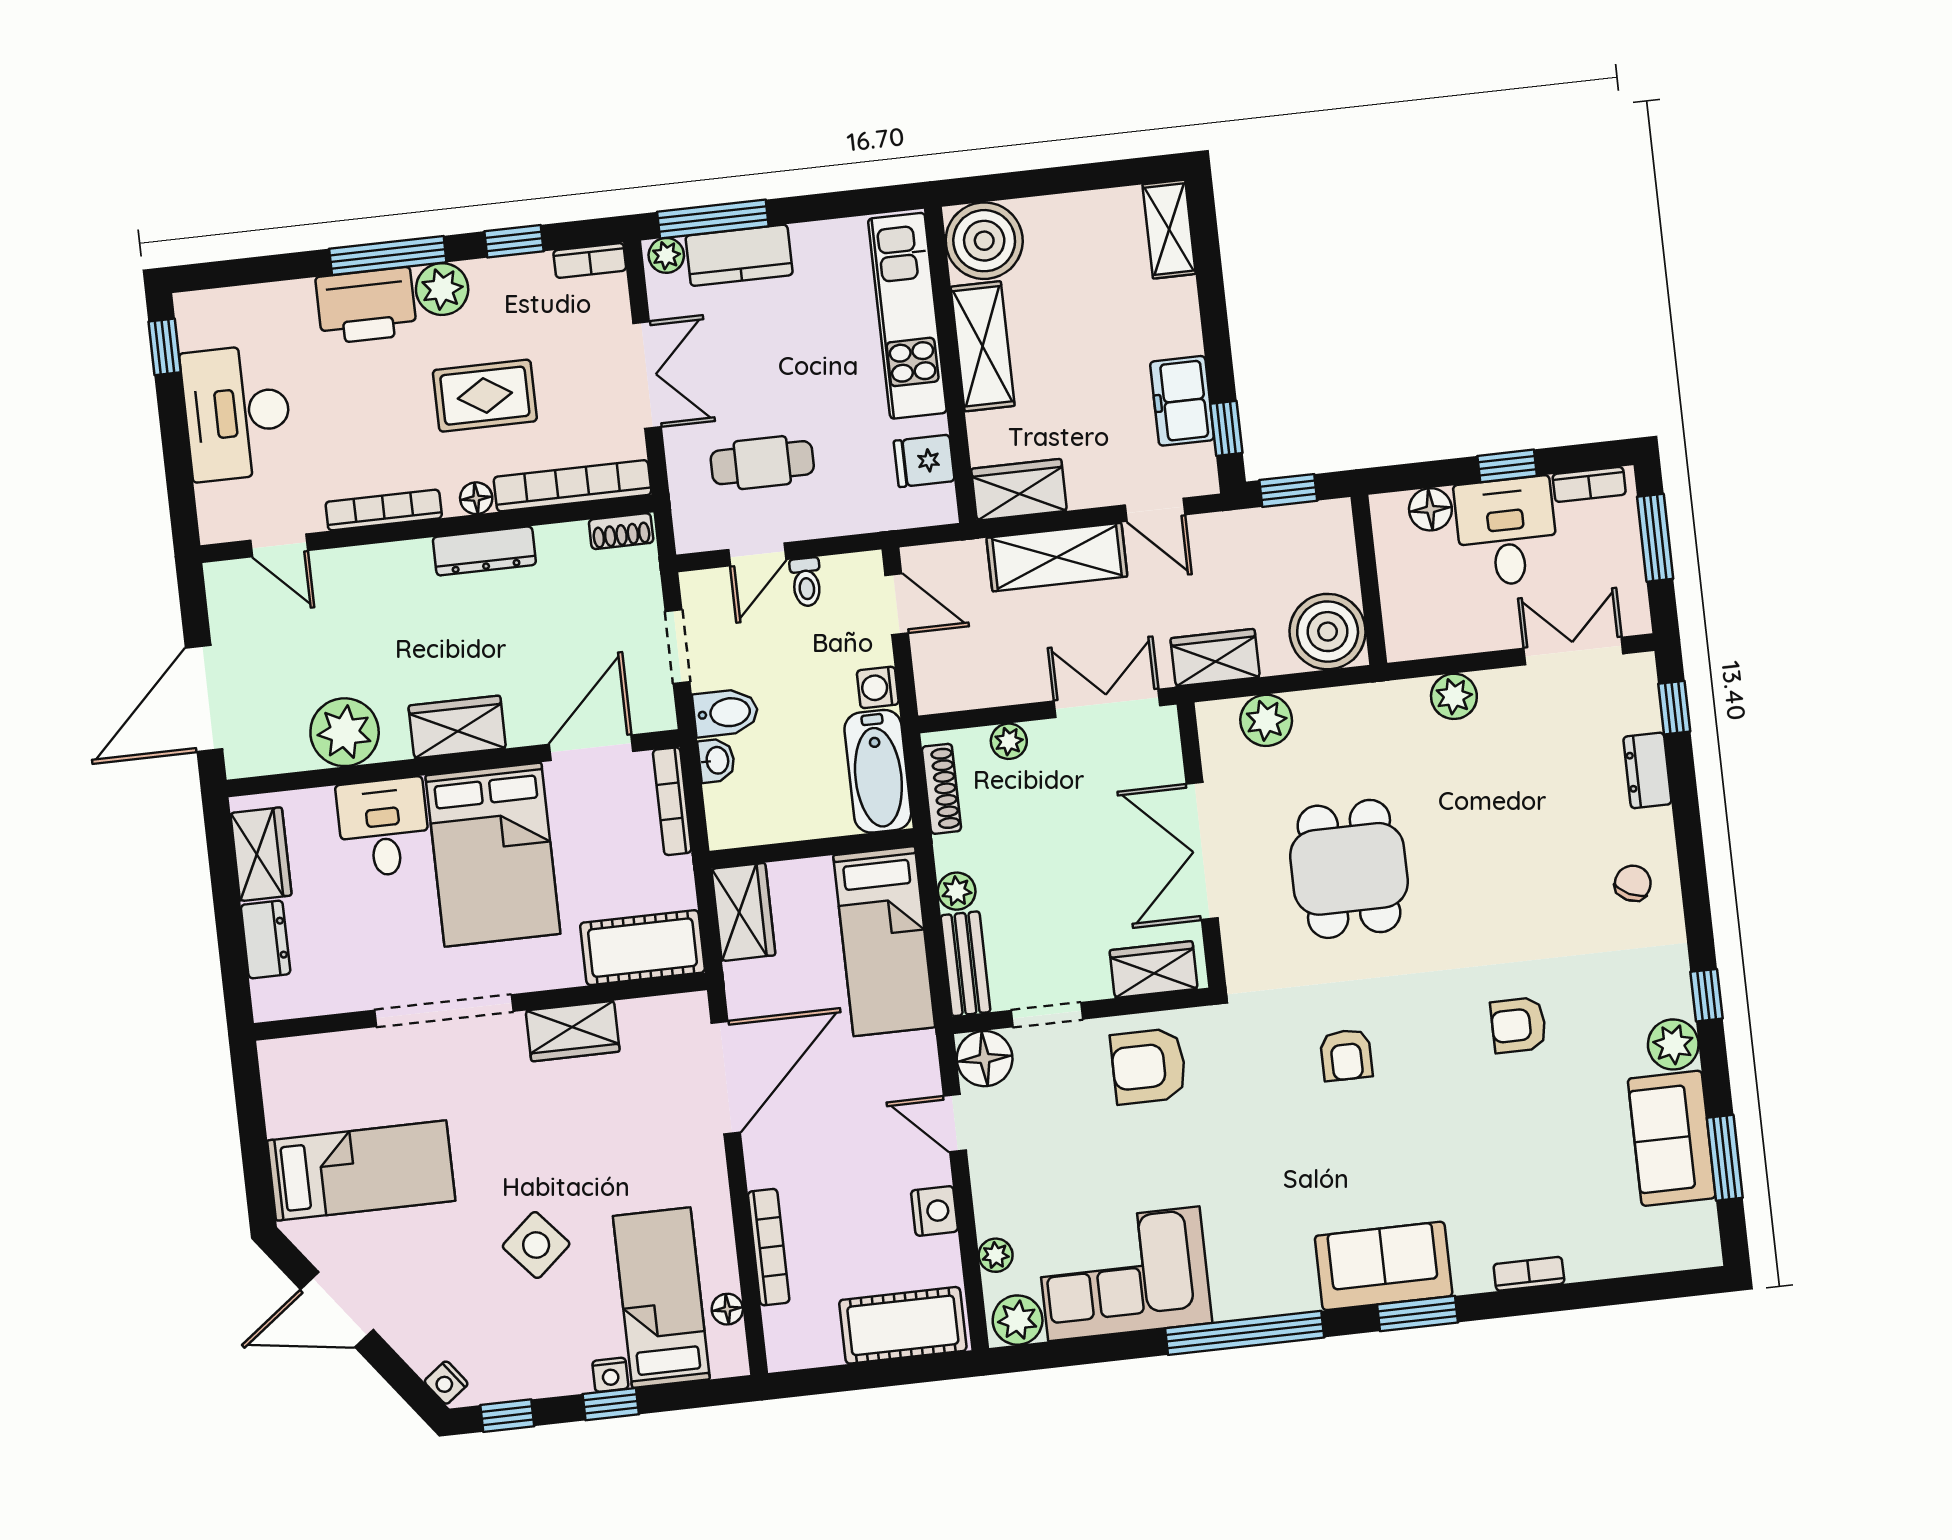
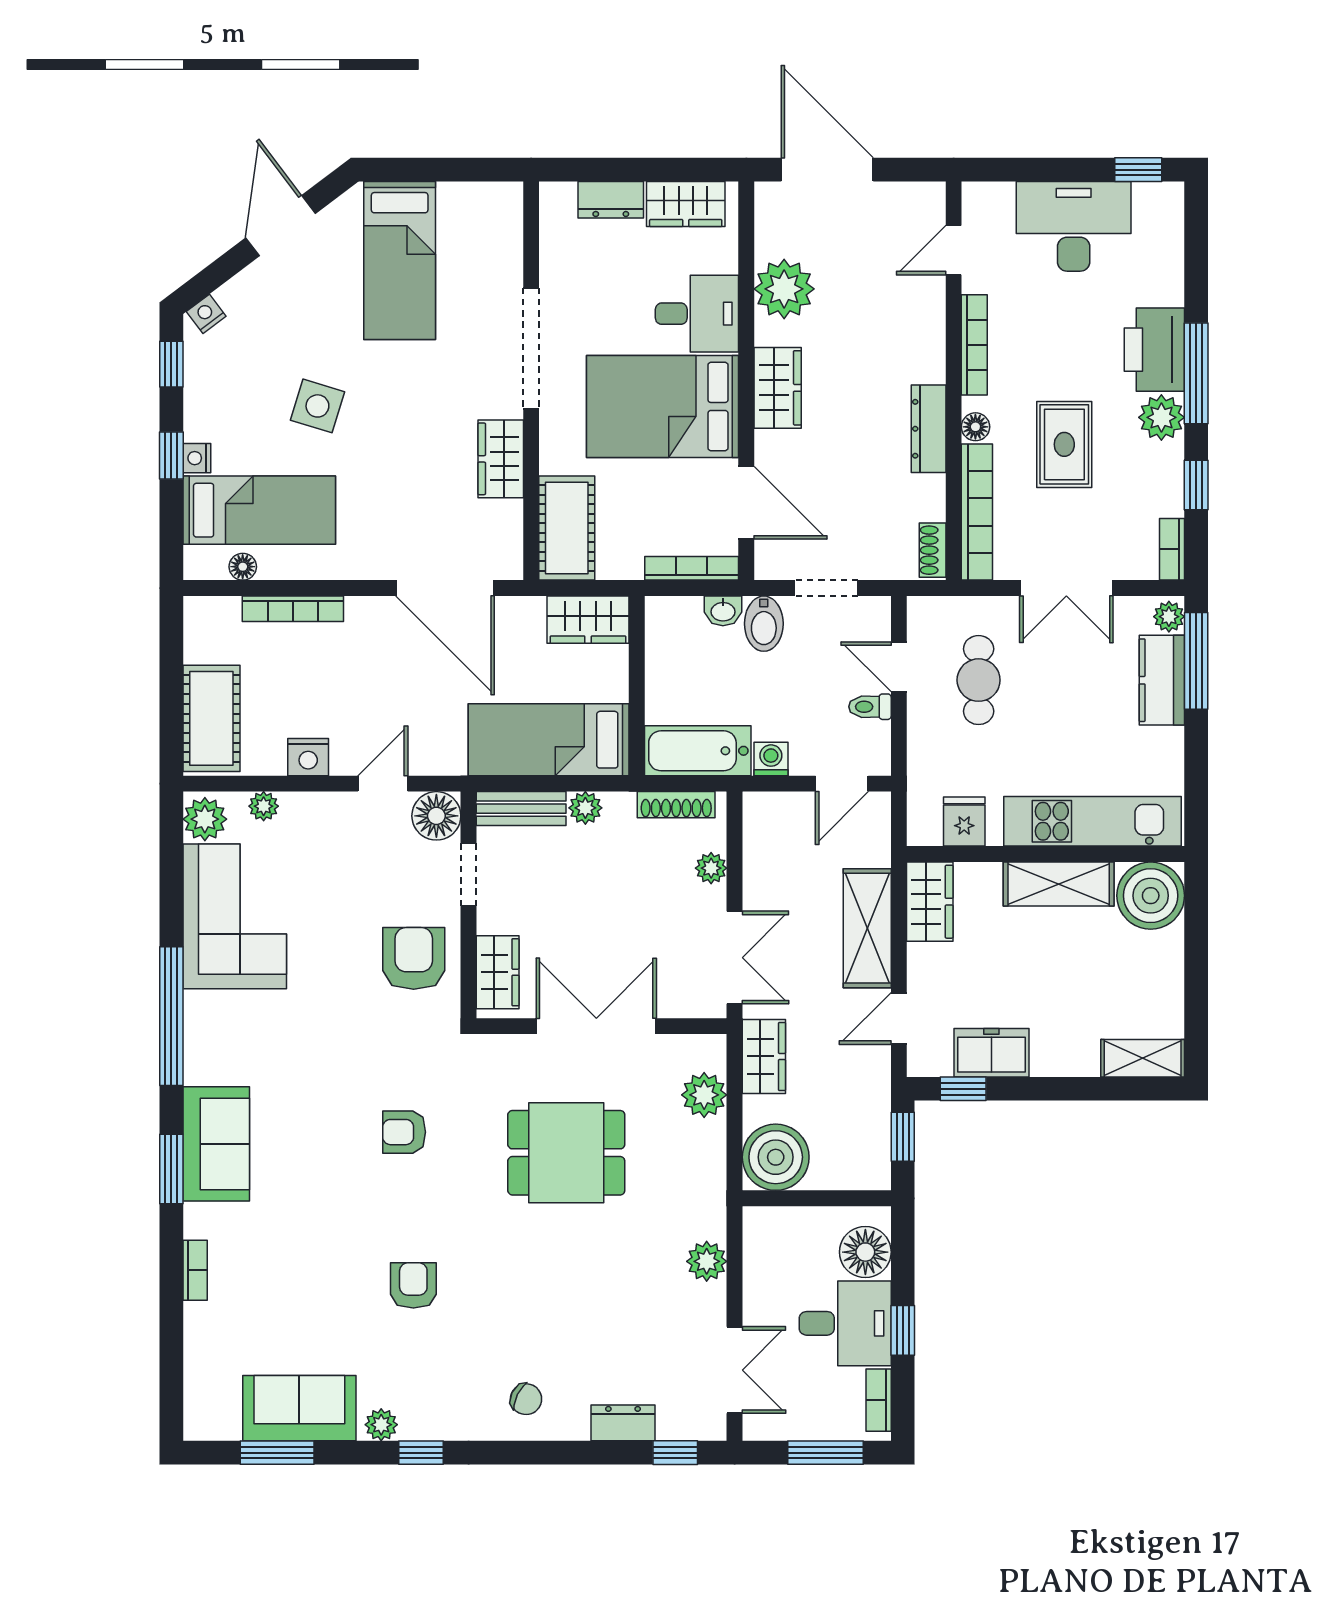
floor lamp: (1430, 509) -> (865, 1252), width x1.38, depth x1.38
plant: (1673, 1044) -> (381, 1425), width x0.73, depth x0.73
side table: (536, 1245) -> (317, 406), turned -32

